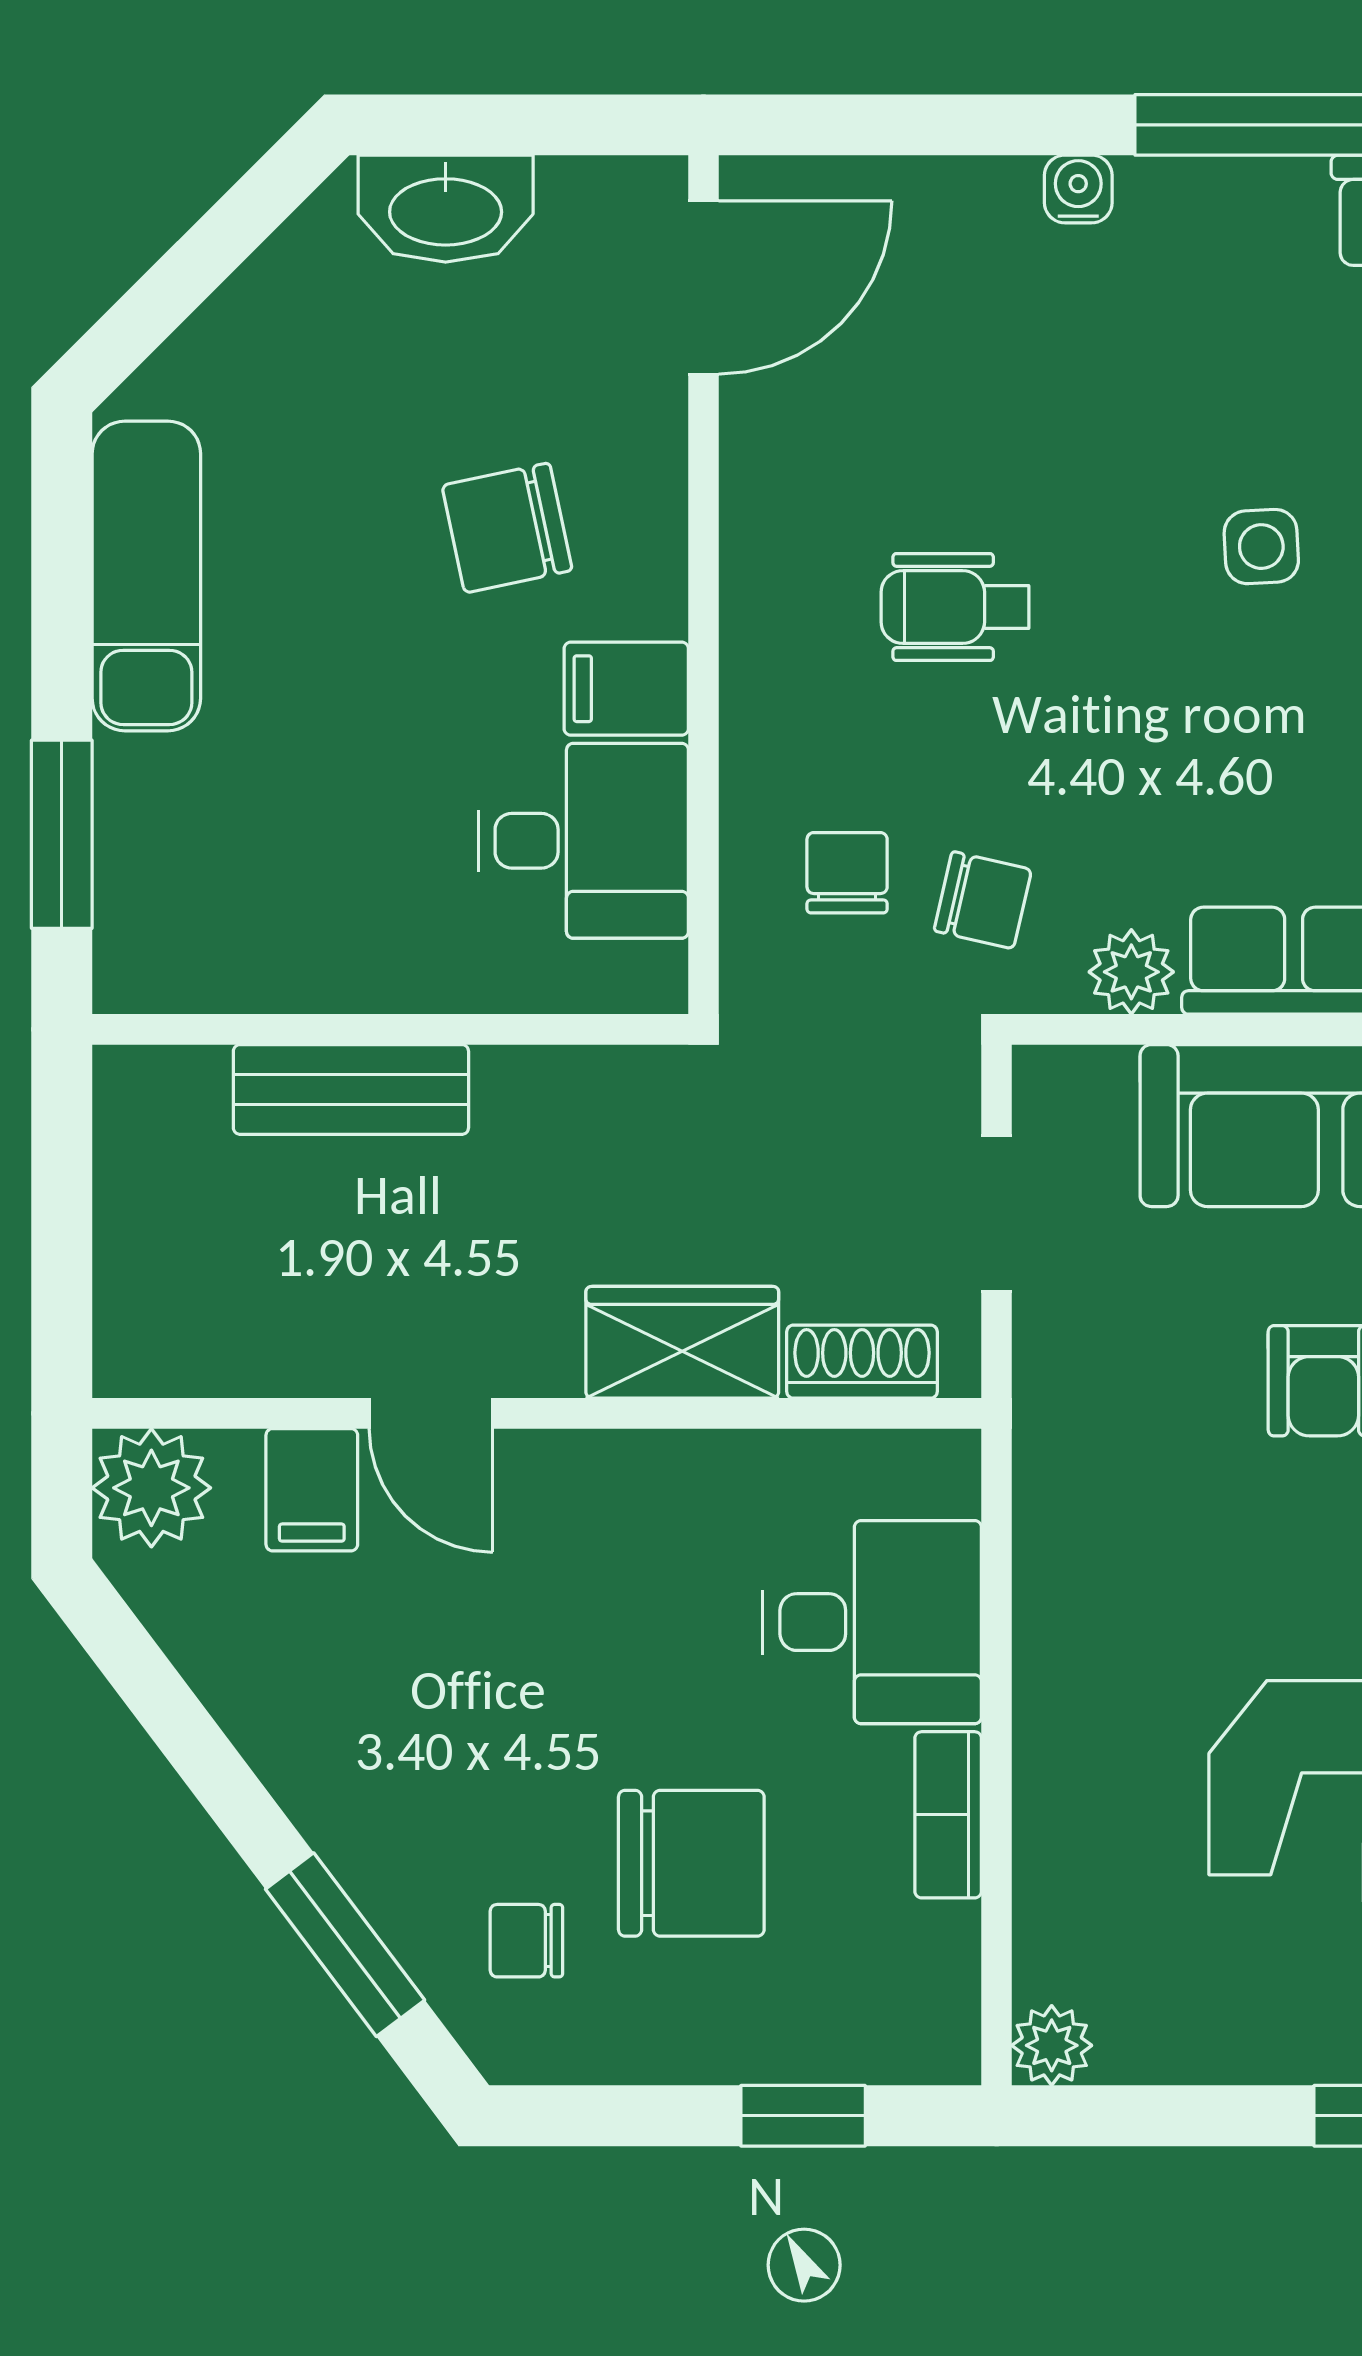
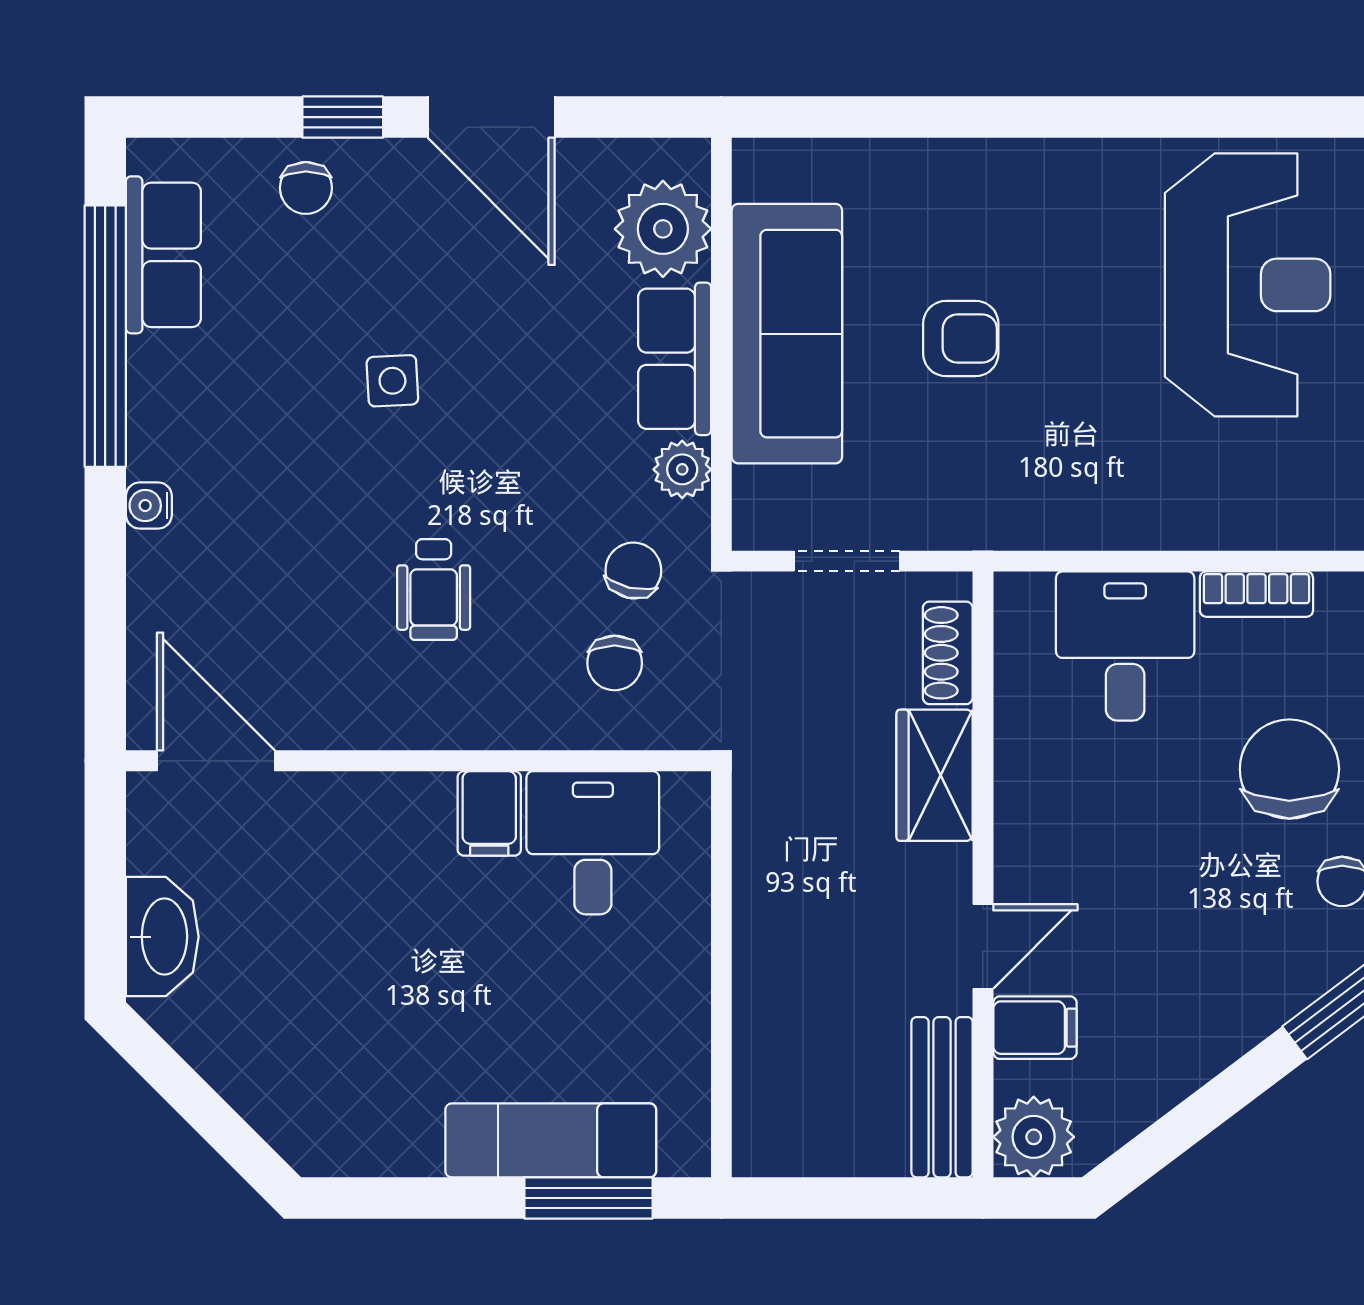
chair: (507, 528) -> (380, 895), removed
exam couch: (146, 576) -> (551, 1140), moved
chair: (847, 873) -> (615, 663), turned -90
bench: (351, 1089) -> (942, 1097), moved

